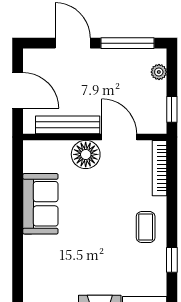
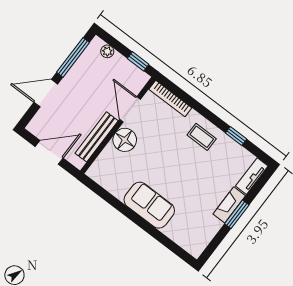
door: (119, 137) -> (130, 109), hinge flipped
sofa: (40, 204) -> (149, 205), moved

